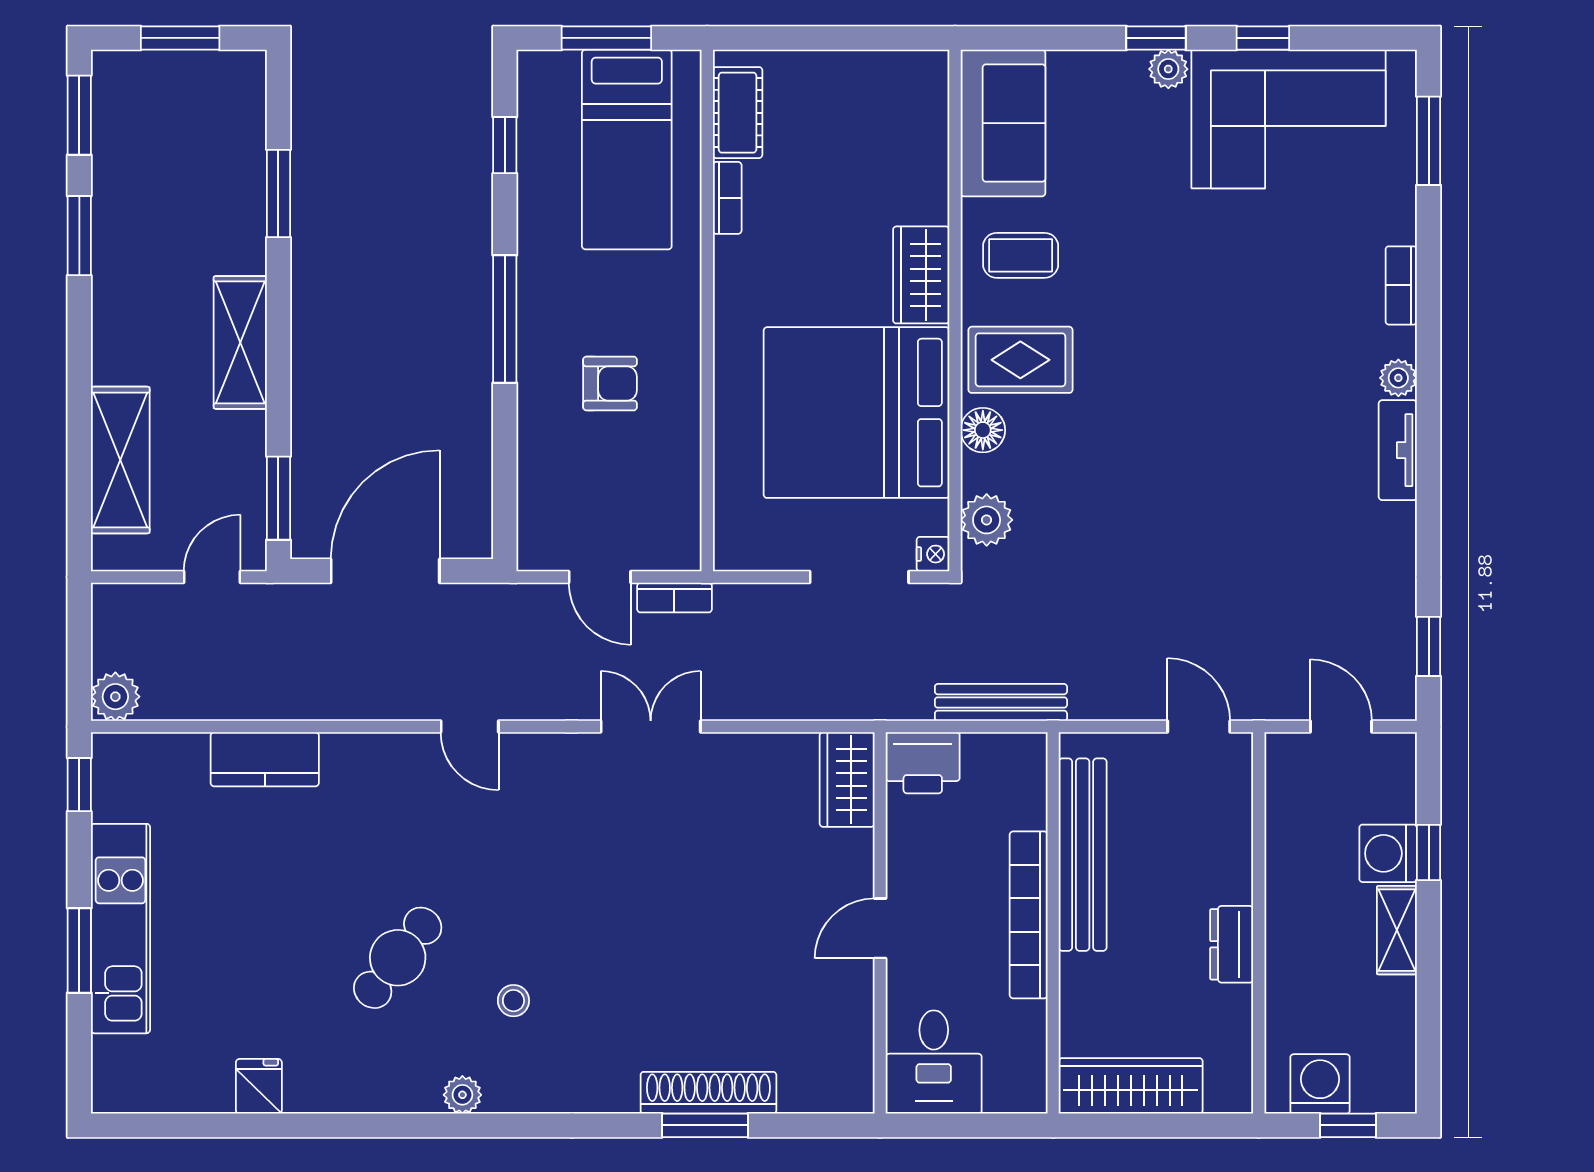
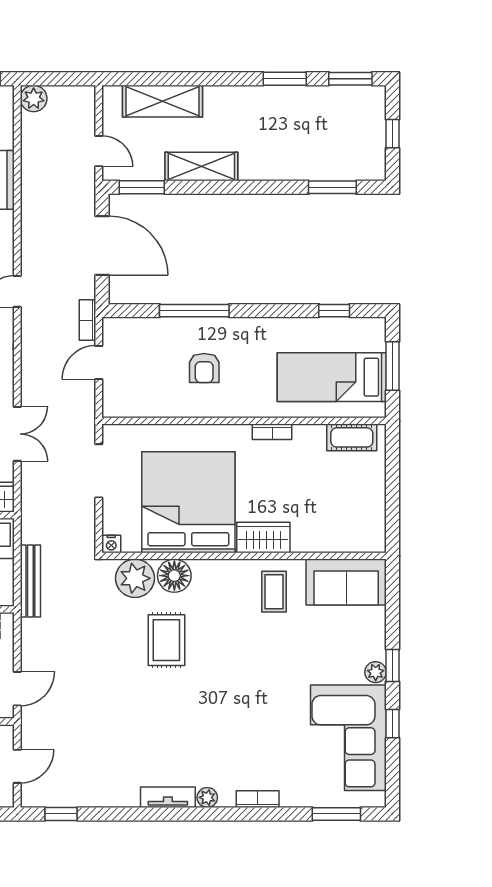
window: (180, 38) -> (392, 134), width x0.67
window: (278, 194) -> (332, 187), moved
bookcase: (727, 198) -> (272, 432), moved
window: (505, 319) -> (194, 311), moved
shelving: (240, 342) -> (201, 166), moved
rug: (1020, 360) -> (166, 640), moved
floor lamp: (983, 430) -> (174, 576), width x1.38, depth x1.38
plant: (987, 520) -> (135, 578), width x1.36, depth x1.36
doorway: (859, 577) -> (99, 471), moved
bookcase: (674, 598) -> (88, 320), moved
double door: (651, 727) -> (17, 434), moved

